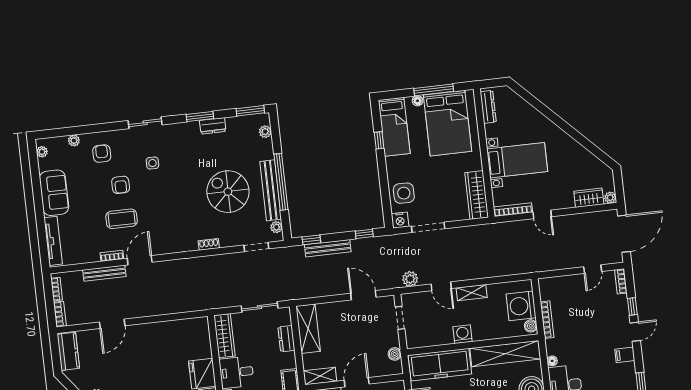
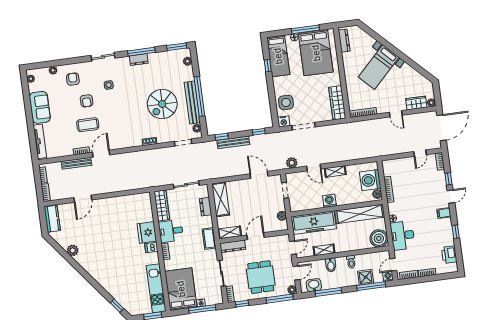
window: (200, 117) -> (141, 52), width x1.44
dresser: (213, 126) -> (139, 60), moved
bed with nightstands: (517, 160) -> (379, 67), moved, turned 135
spiral stairs: (228, 192) -> (162, 104), turned -90
door: (542, 214) -> (396, 114), moved

